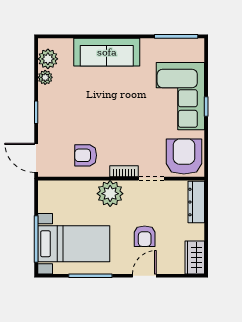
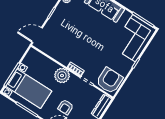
corner sofa: (180, 96) -> (134, 38), moved
armchair: (86, 155) -> (62, 49), removed
door: (36, 158) -> (37, 35), hinge flipped

